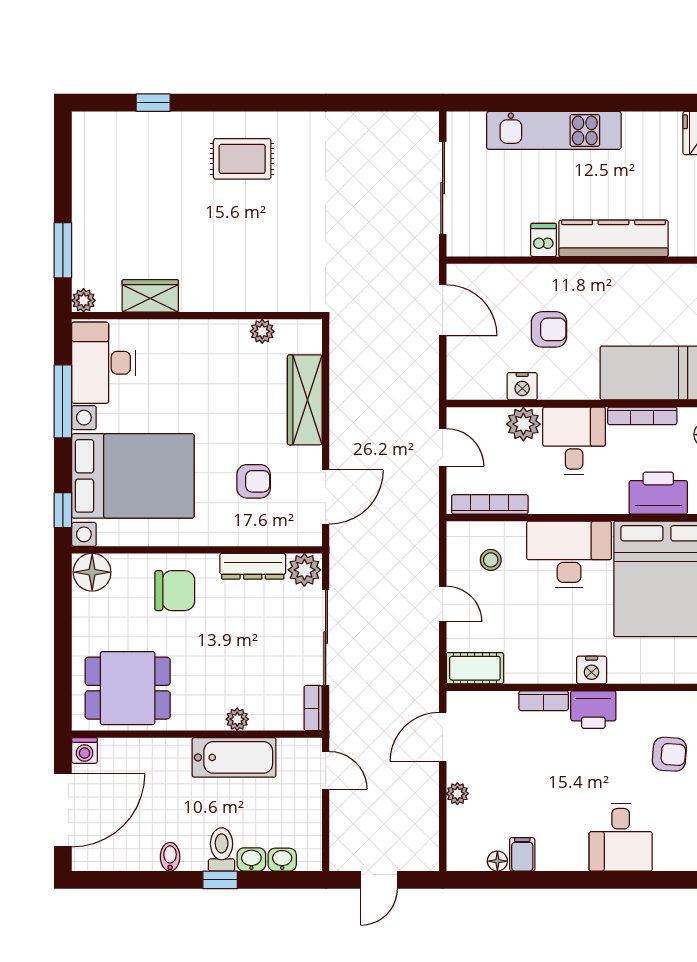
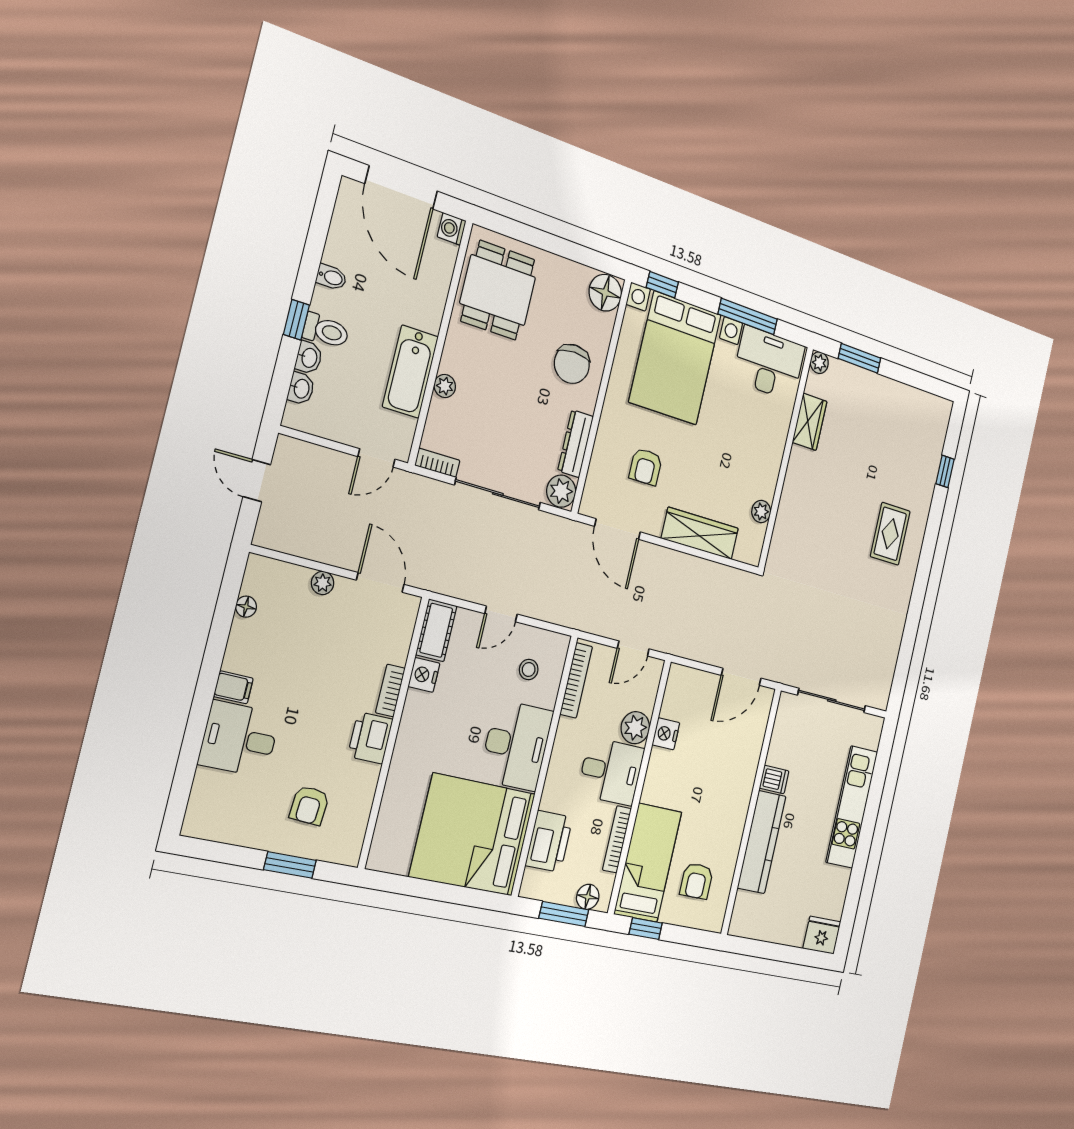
armchair: (549, 329) -> (696, 881), moved
nightstand: (592, 670) -> (424, 675), moved
filing cabinet: (522, 854) -> (233, 687), moved

